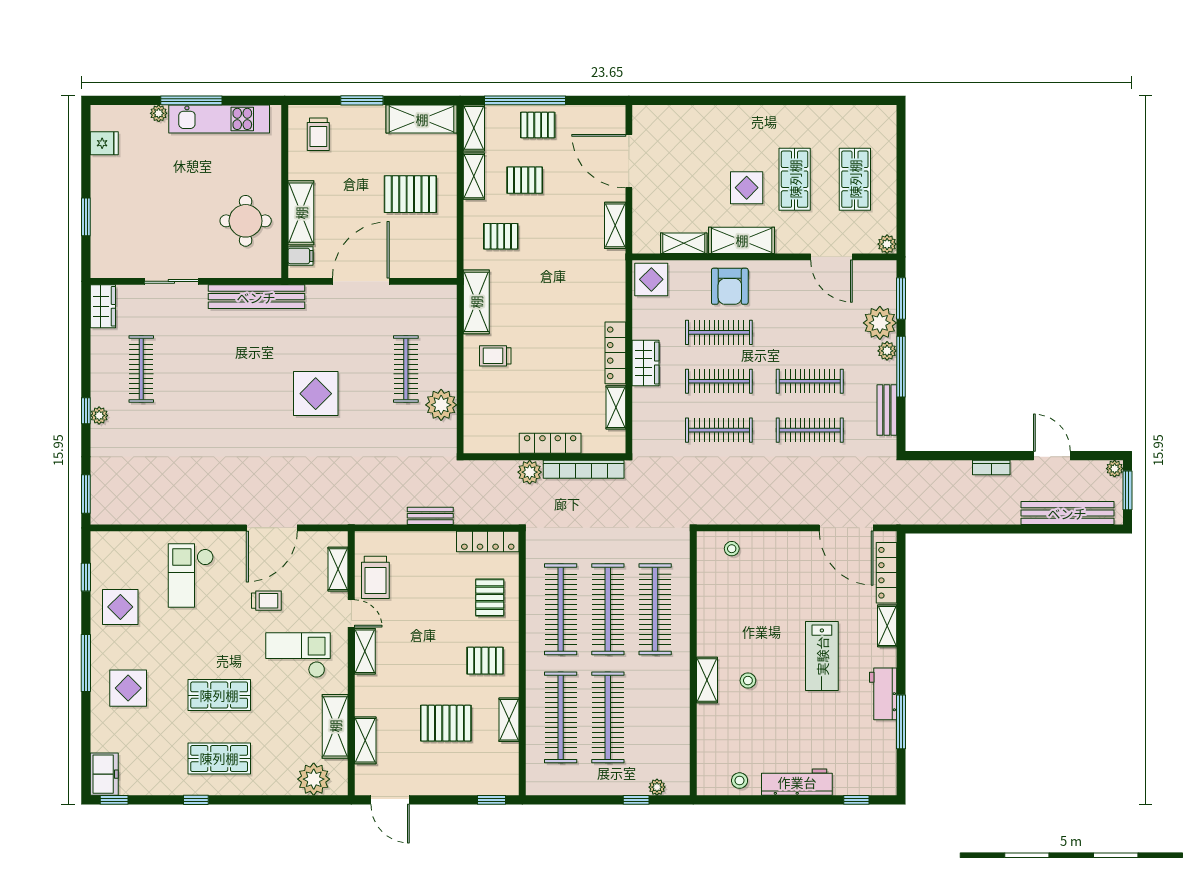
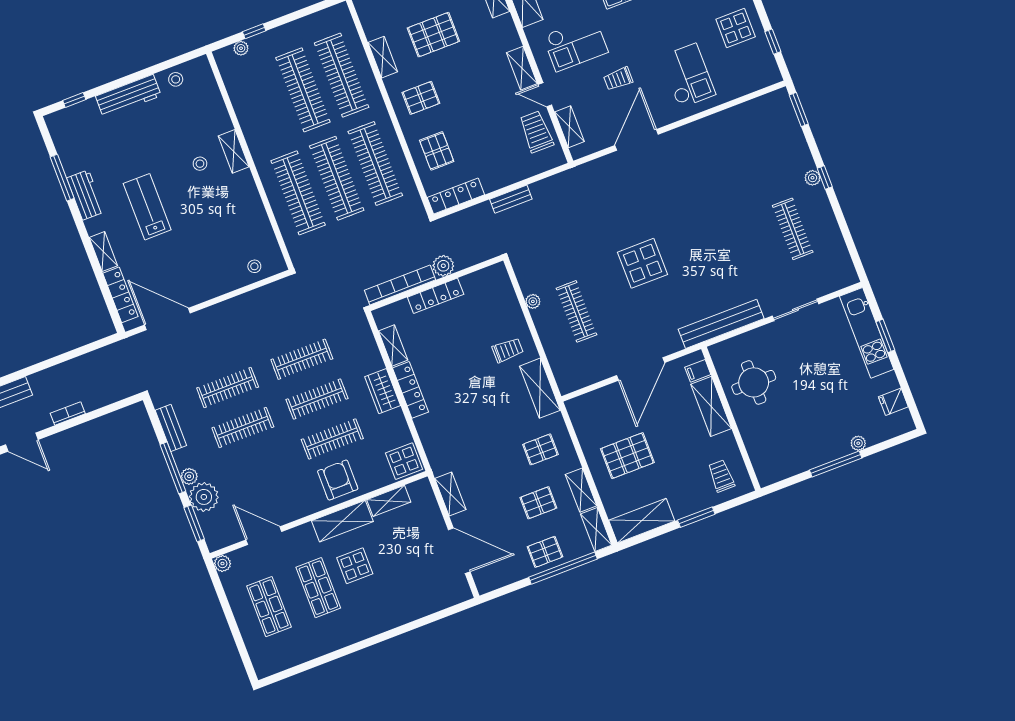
kitchen unit: (219, 119) -> (867, 333), moved, turned -90
wardrobe: (103, 306) -> (844, 268), removed
plant: (441, 405) -> (533, 301), width x0.53, depth x0.53

